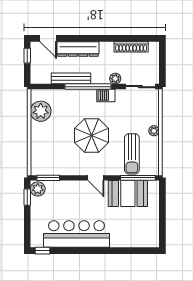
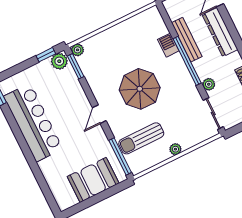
barbecue: (106, 95) -> (168, 45), moved
plant: (41, 111) -> (78, 50), moved, width x0.53, depth x0.53
booth: (128, 194) -> (93, 180), moved, turned 90

